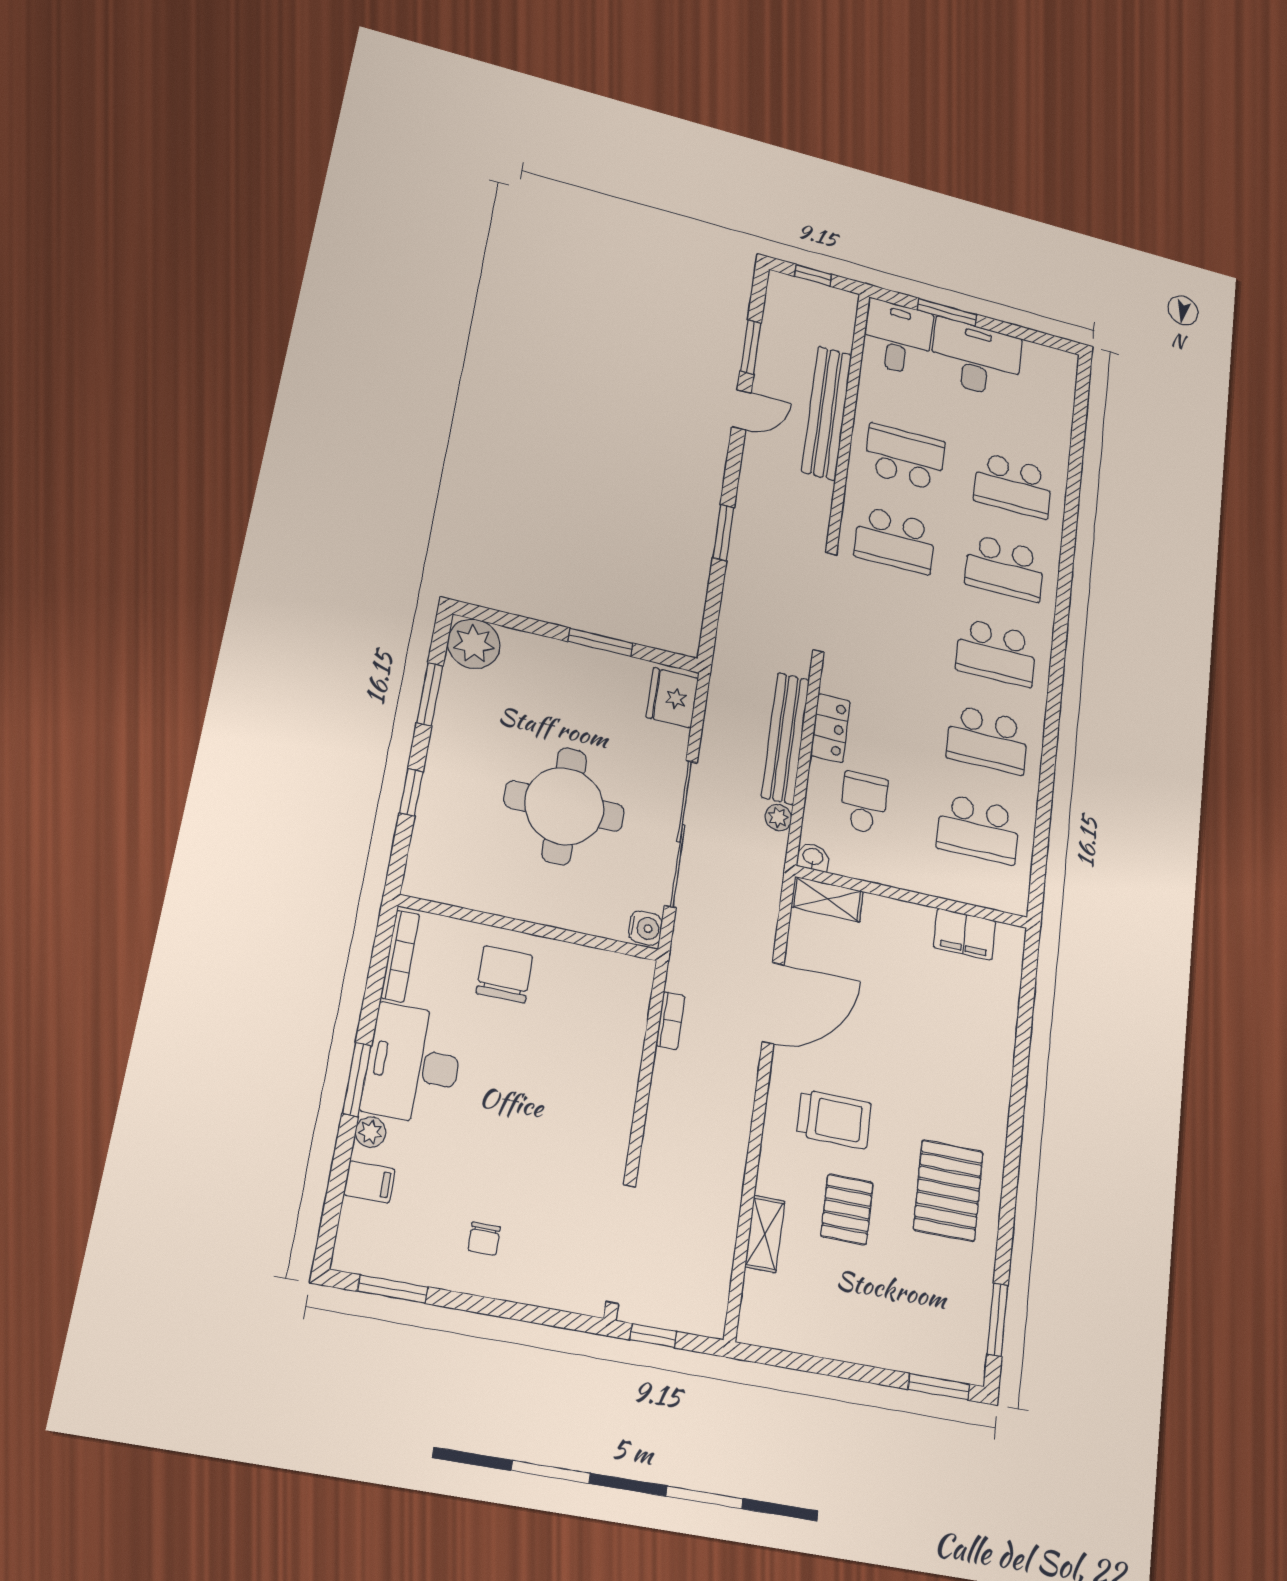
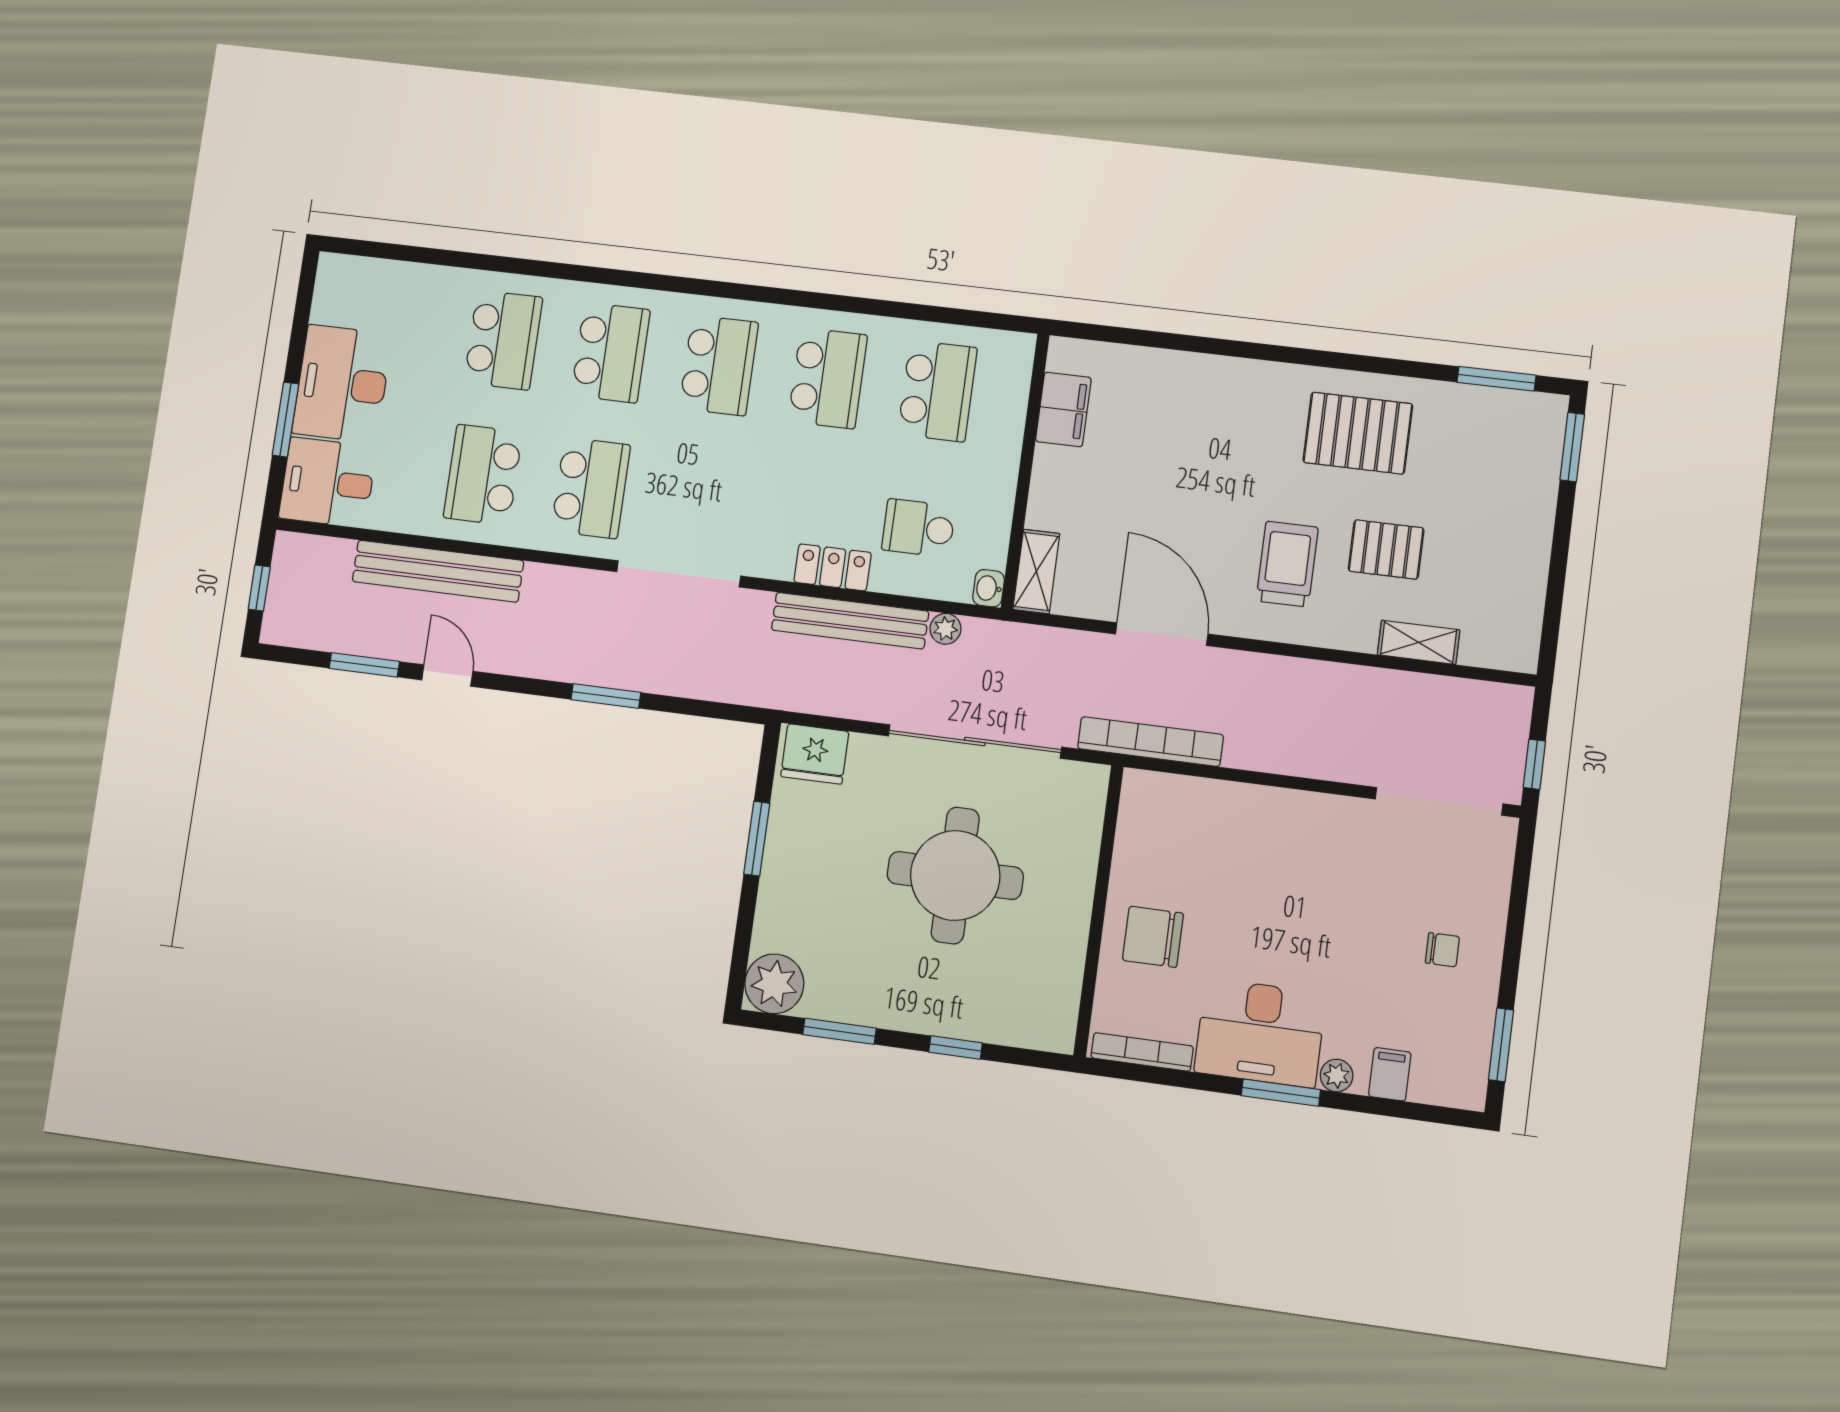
water cooler: (646, 928) -> (1088, 780), removed
bookcase: (670, 1021) -> (1150, 742), width x2.31, depth x1.31

